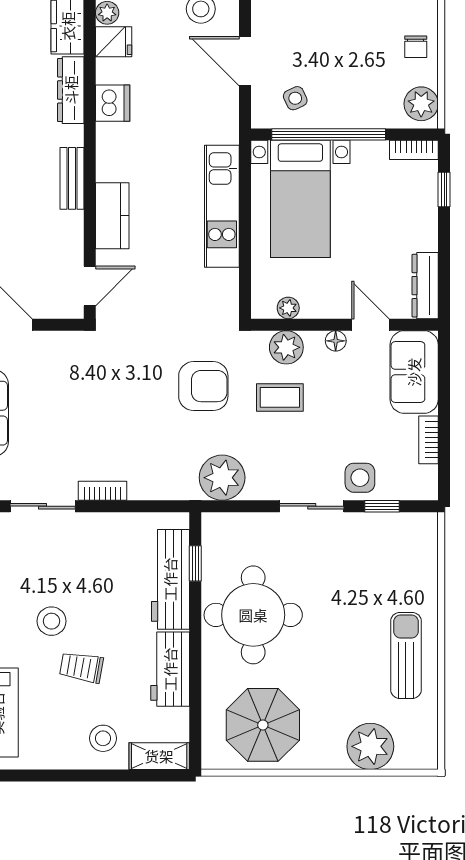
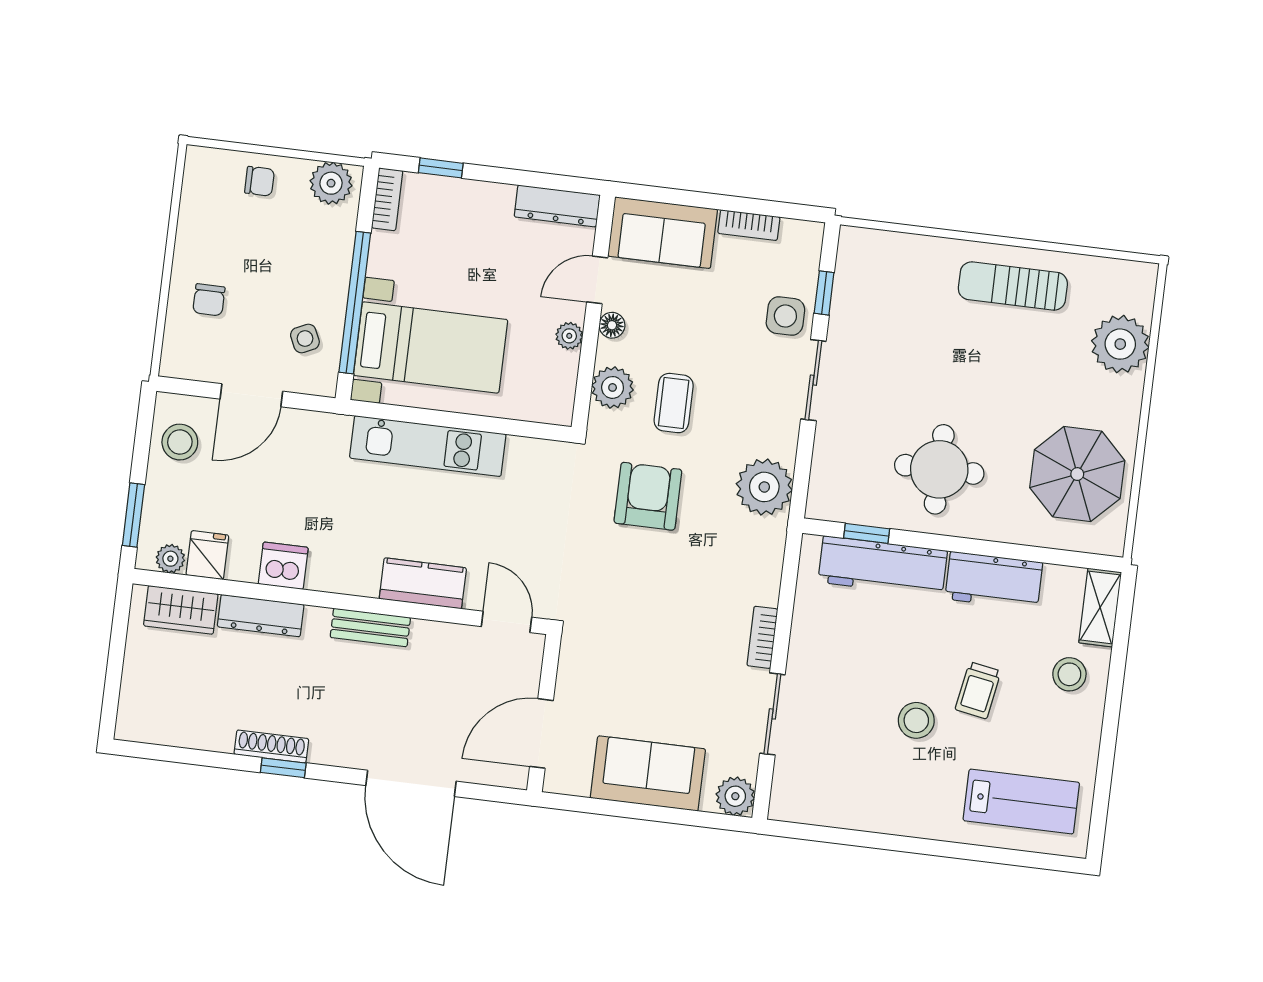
chair: (317, 18) -> (209, 300), added
plant: (288, 308) -> (569, 336), moved
round table: (253, 615) -> (939, 469), width x0.73, depth x0.73

